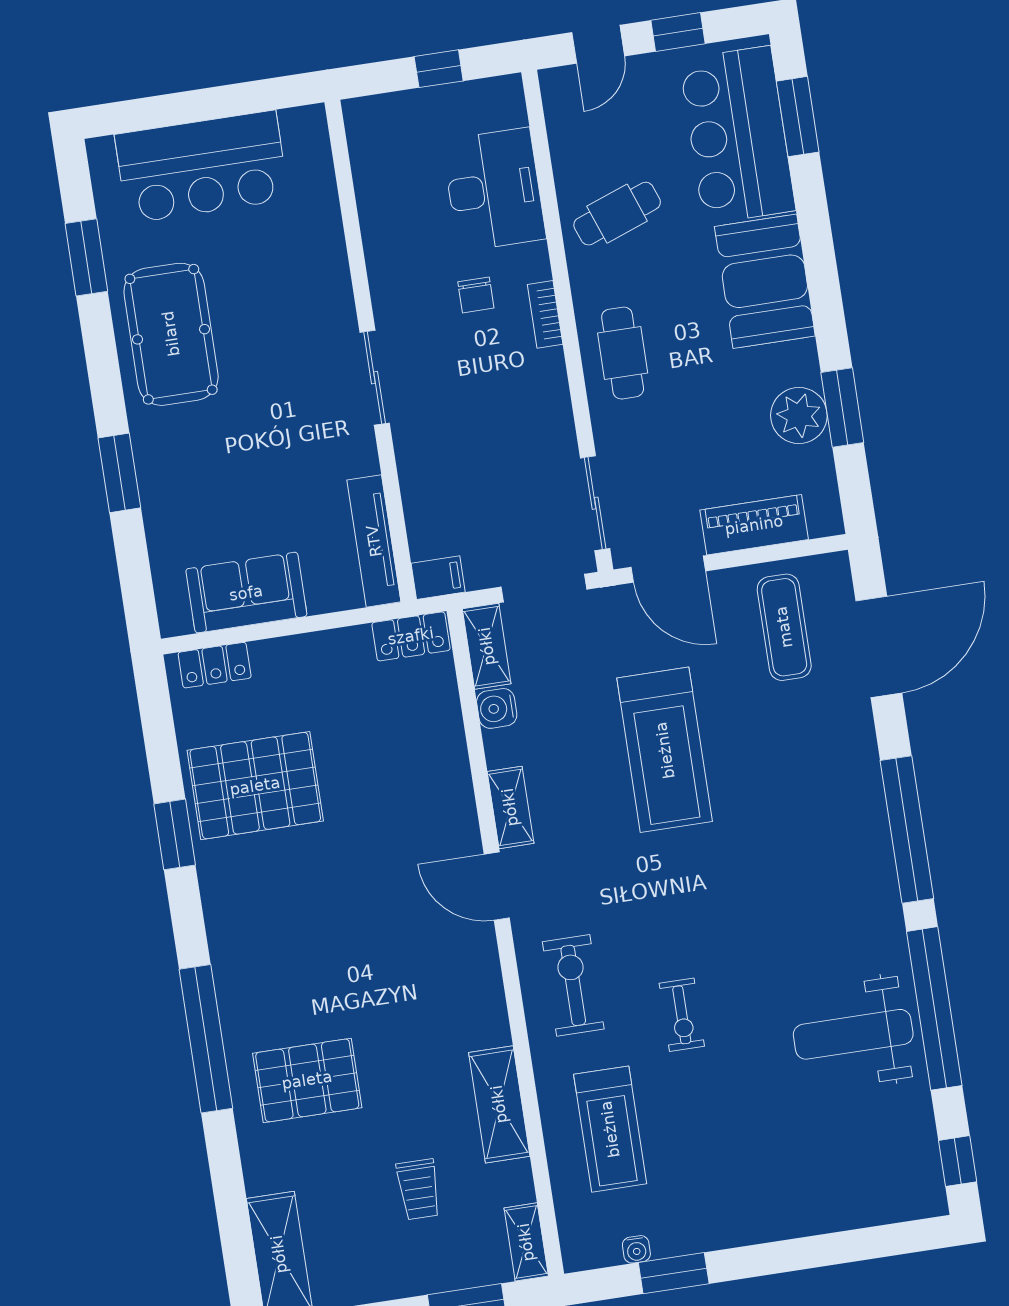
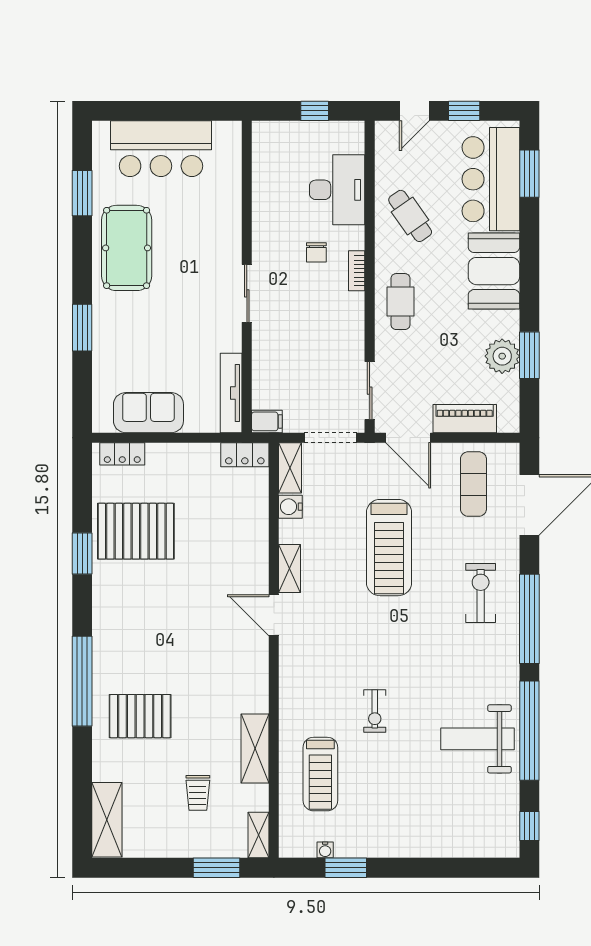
cafe table: (617, 214) -> (410, 216), turned 75
exercise bike: (573, 985) -> (481, 593), moved

